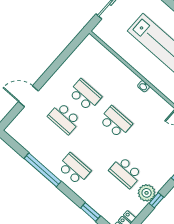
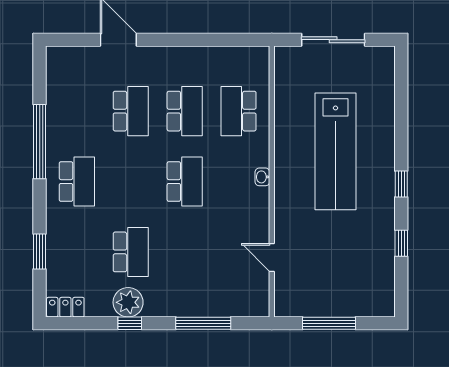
school desk: (106, 71) -> (239, 111), added
school desk: (64, 118) -> (131, 111), turned 180
school desk: (126, 172) -> (131, 252), turned 180

